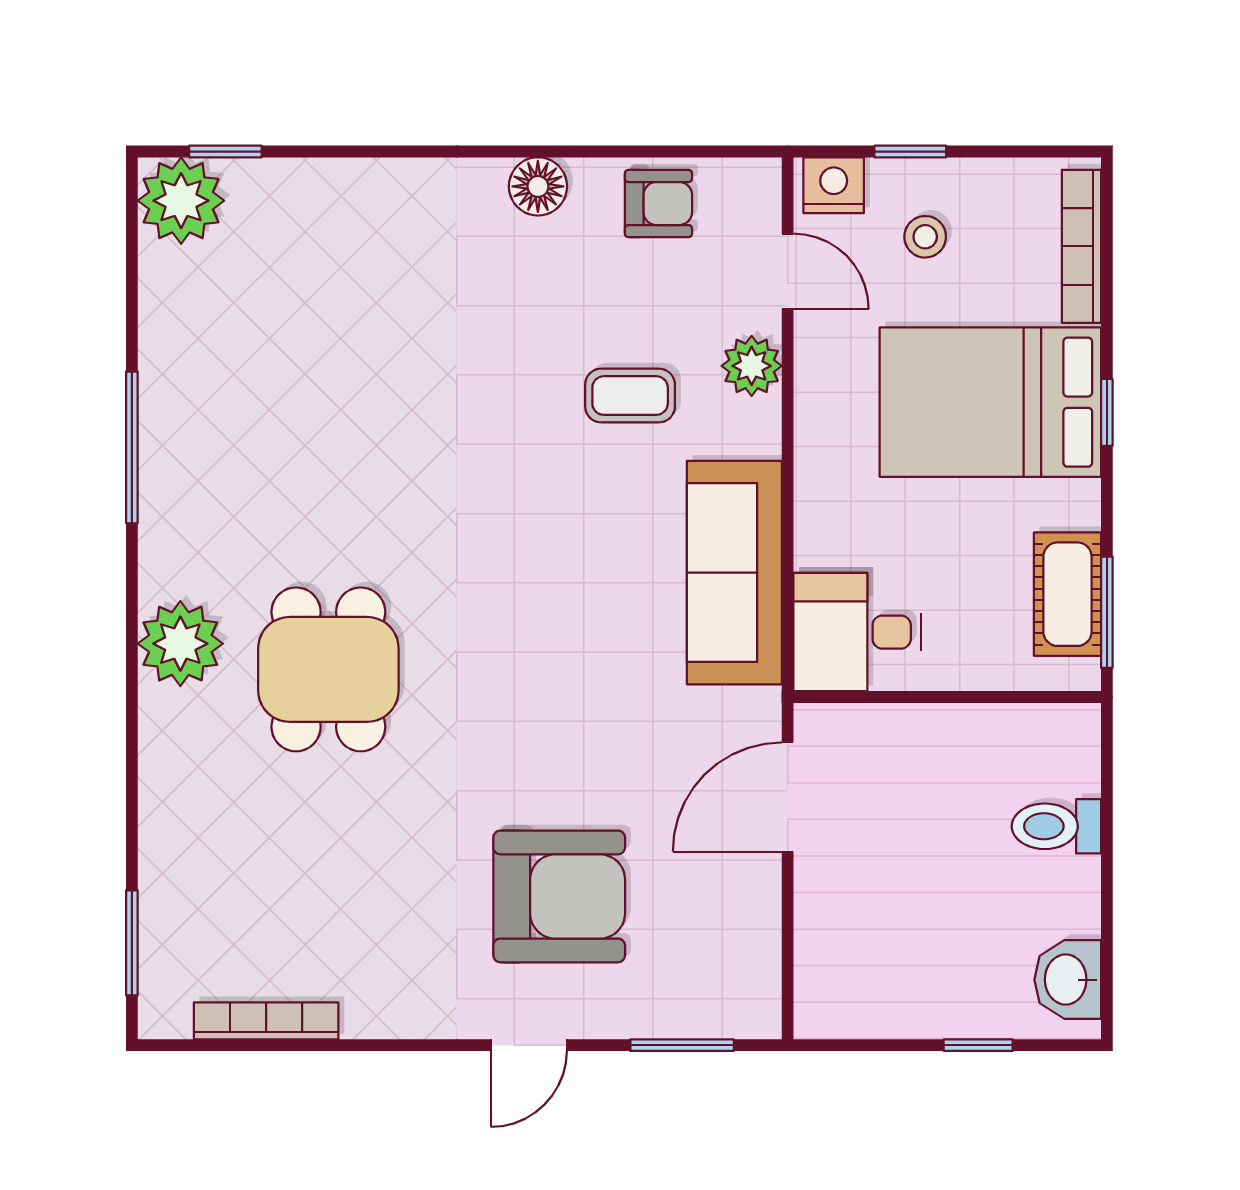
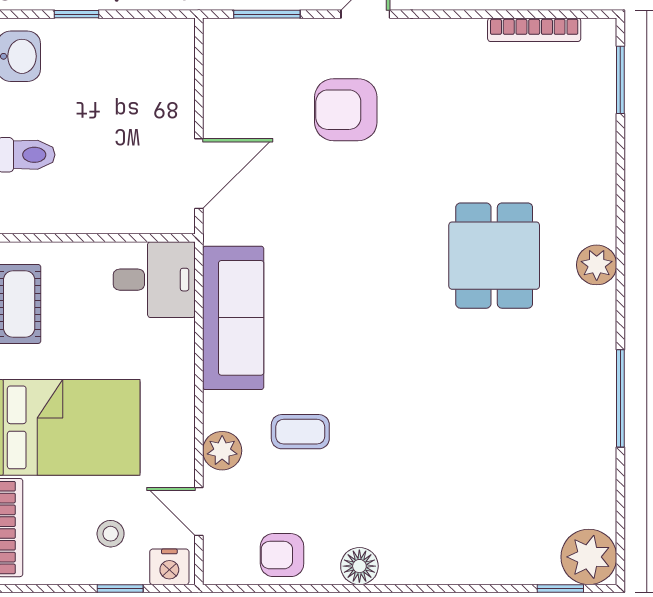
plant: (180, 644) -> (597, 265), width x0.73, depth x0.73
armchair: (559, 896) -> (346, 110), width x0.73, depth x0.73

